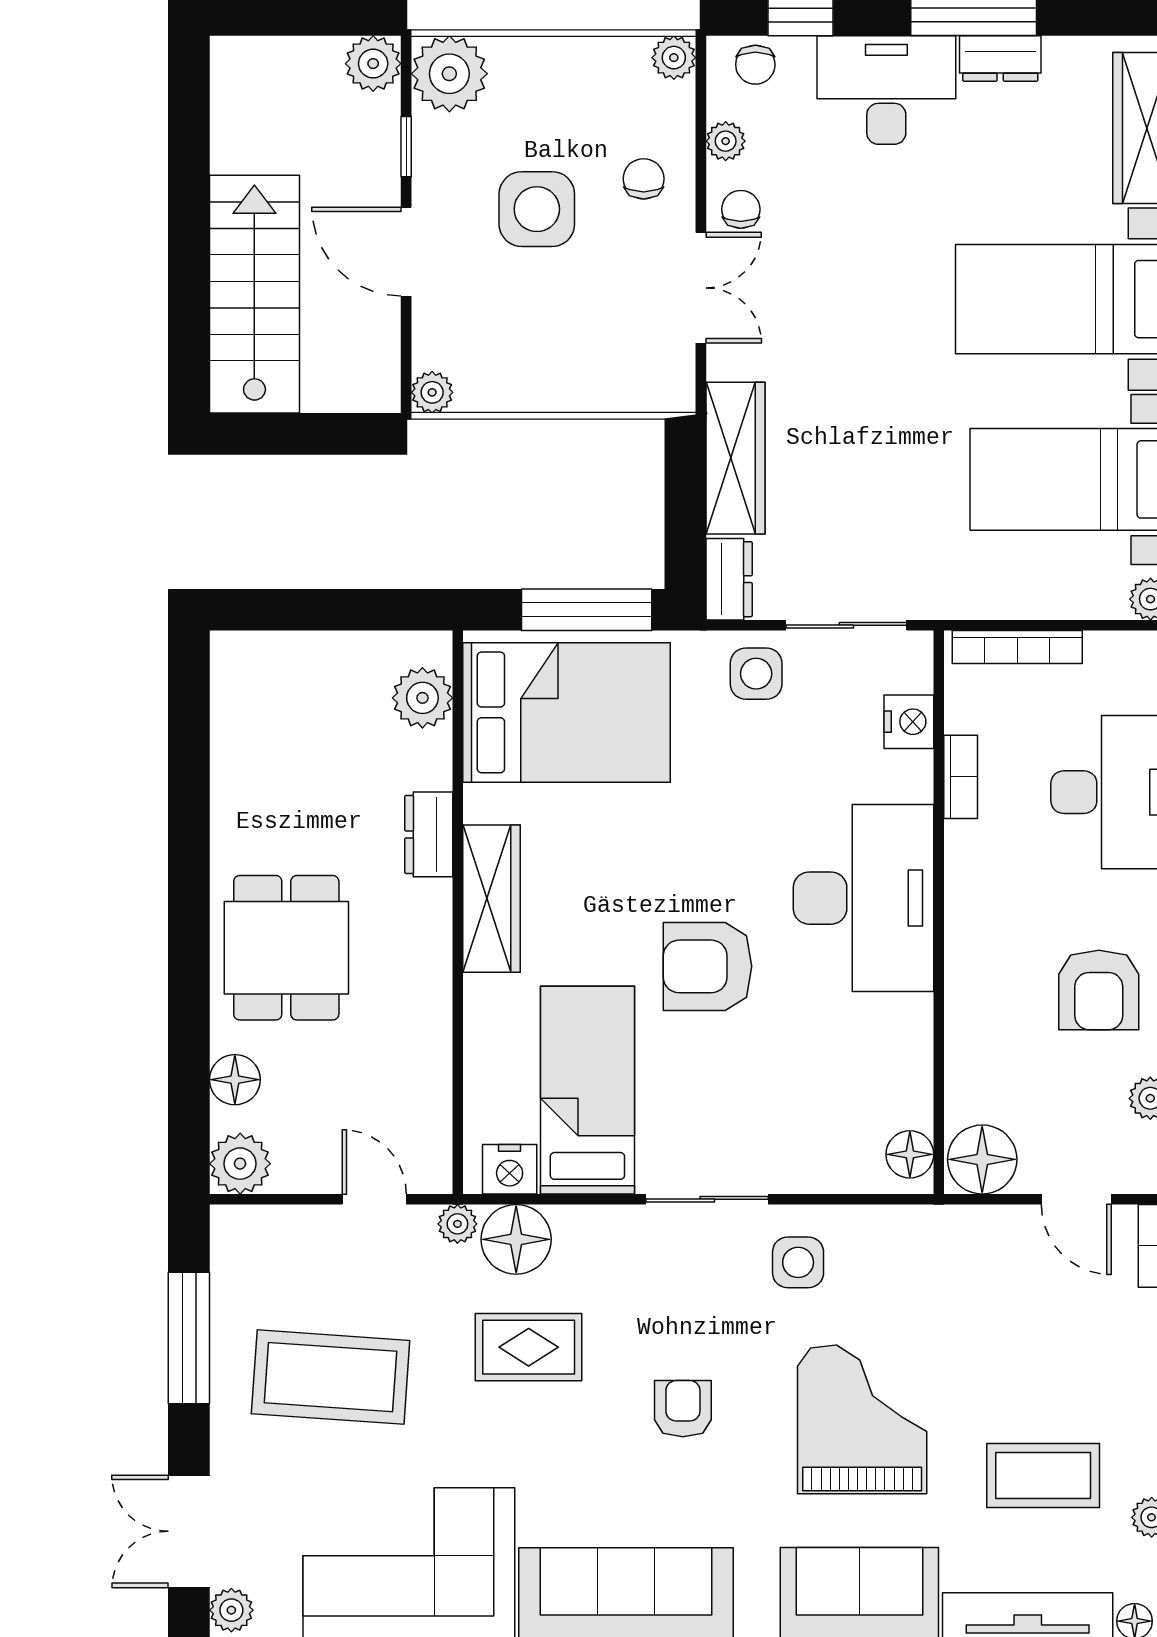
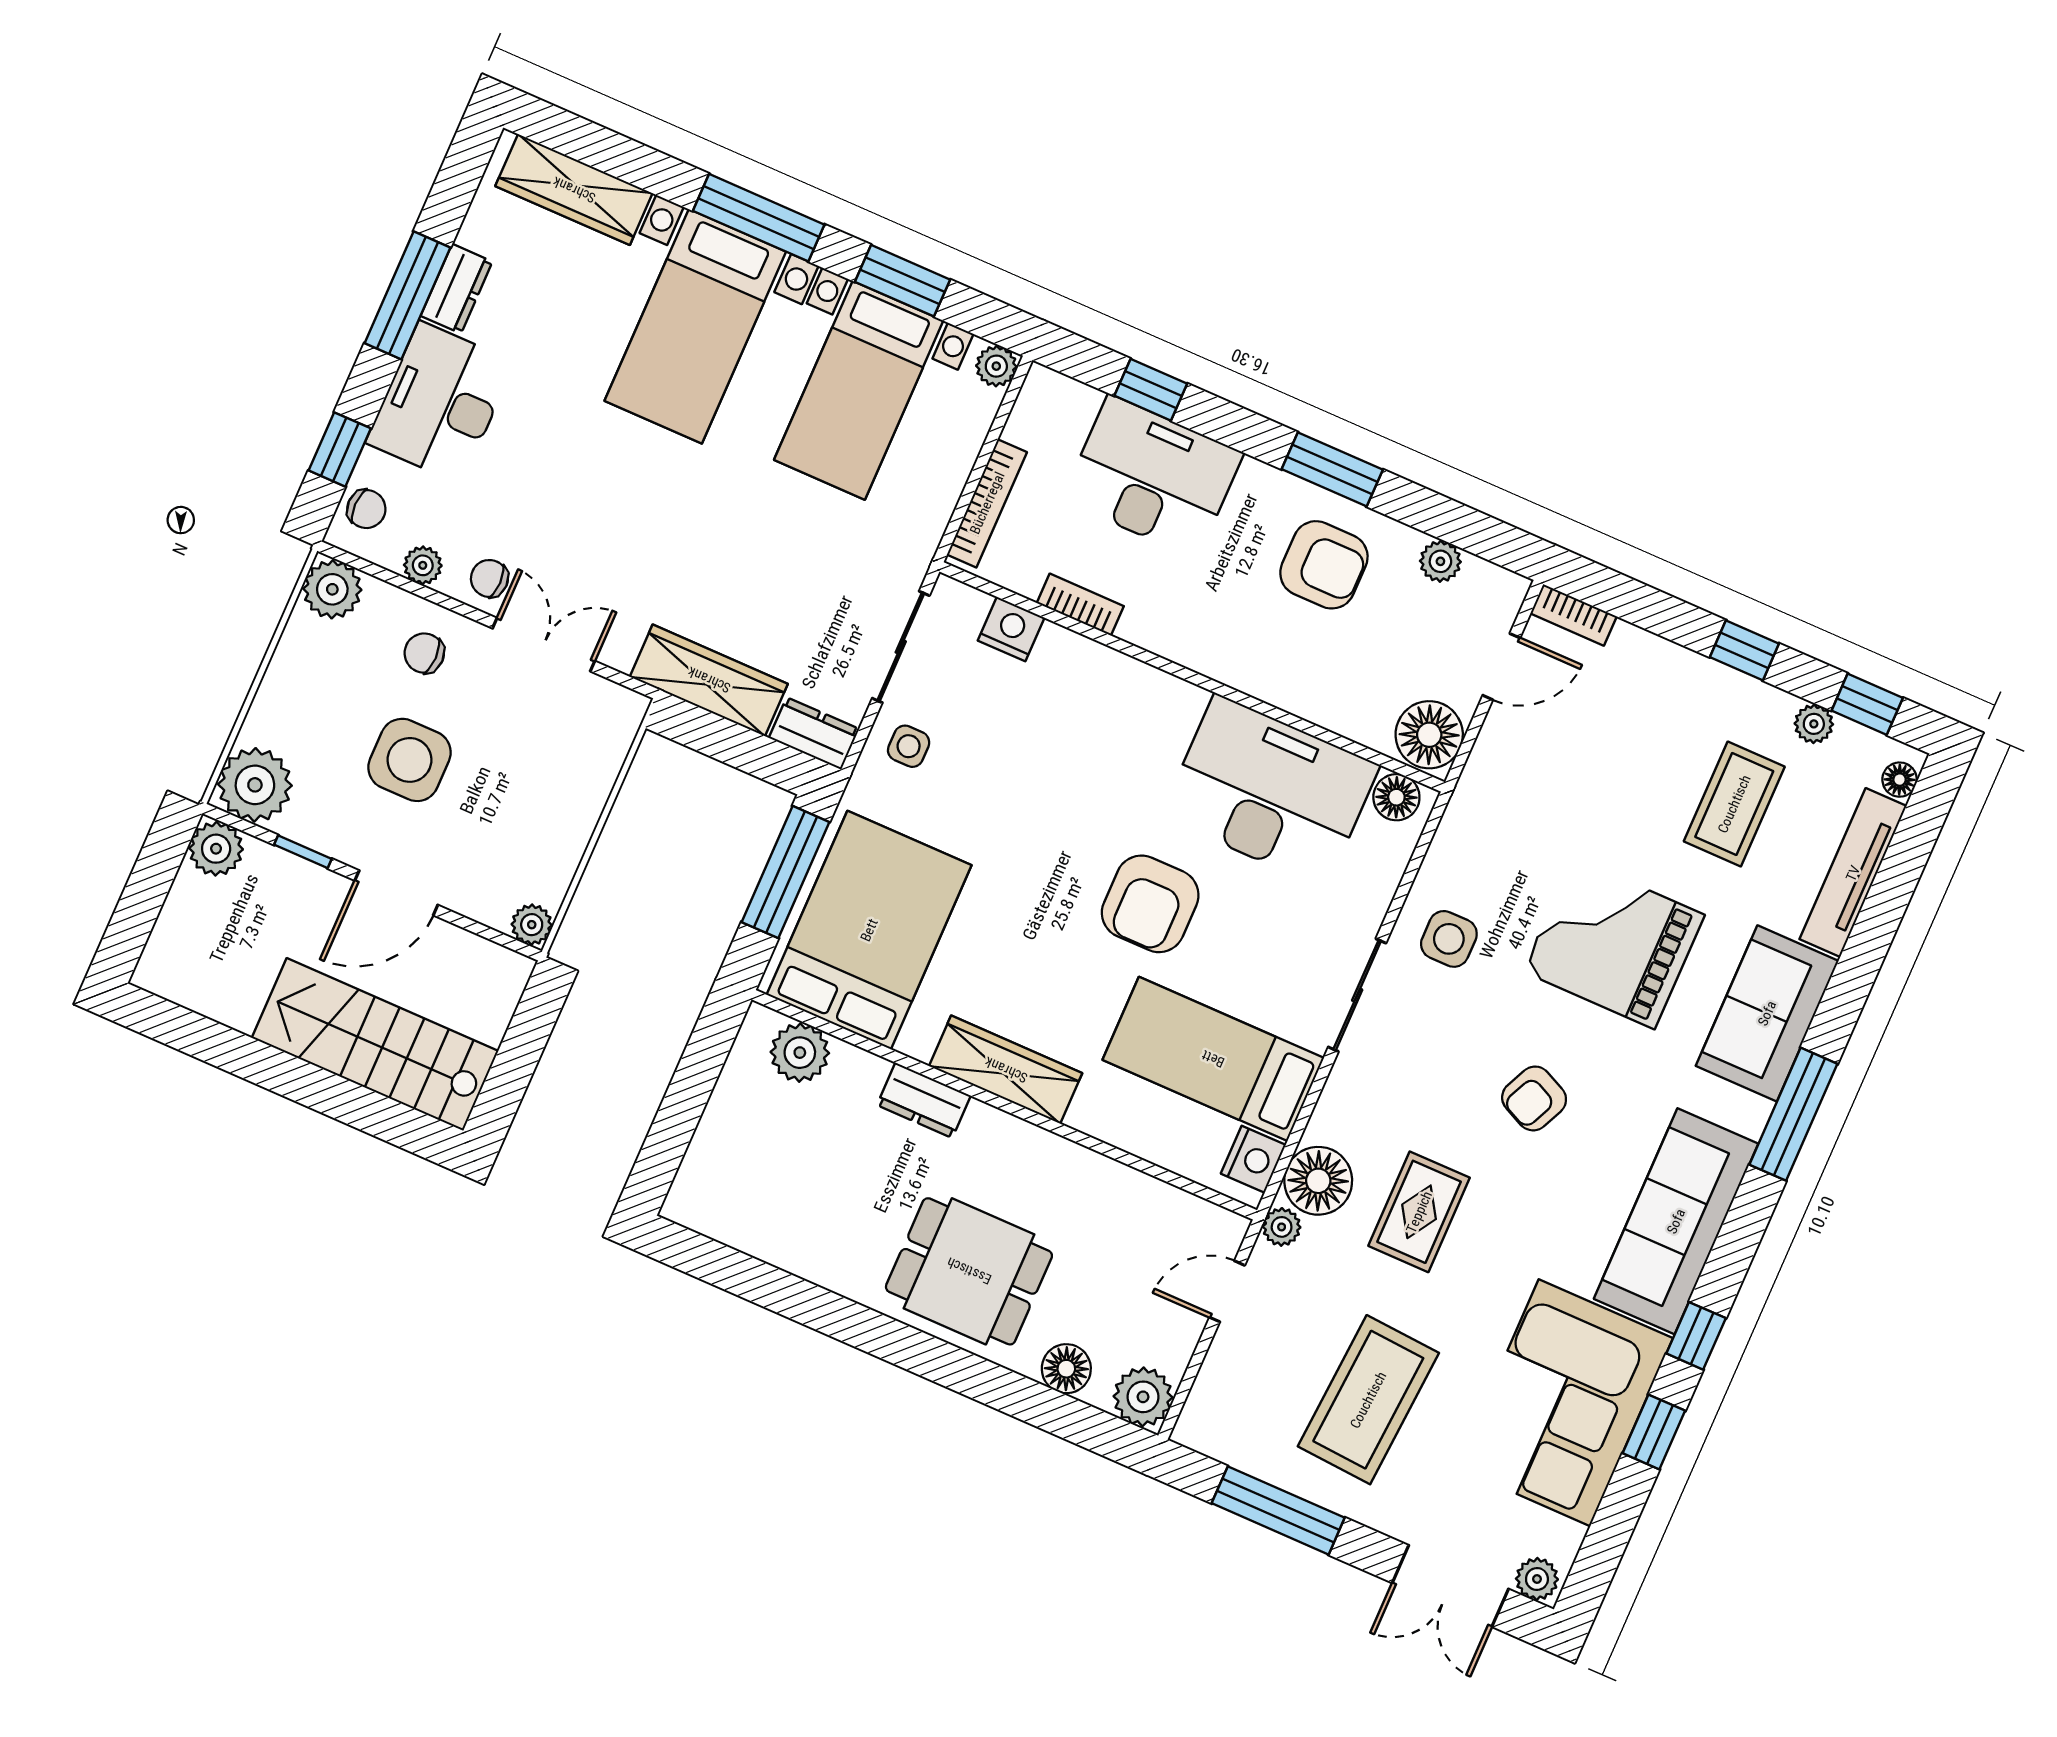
plant: (674, 58) -> (332, 589), width x1.38, depth x1.38
side table: (756, 674) -> (909, 746), width x0.73, depth x0.73
desk: (864, 898) -> (1270, 791), moved
armchair: (683, 1409) -> (1534, 1098), turned -65

